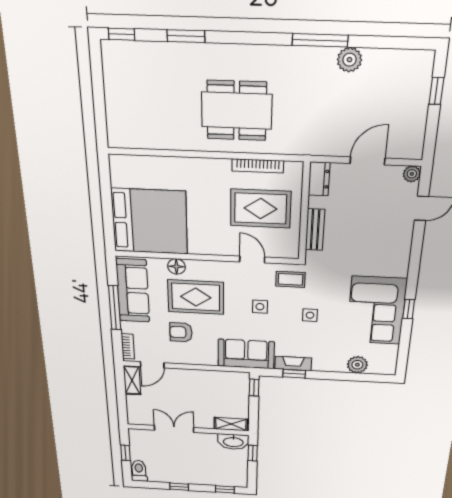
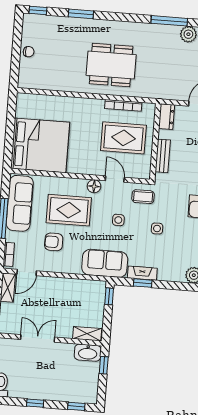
chair: (117, 97) -> (29, 52), added
floor lamp: (176, 266) -> (94, 186), moved

